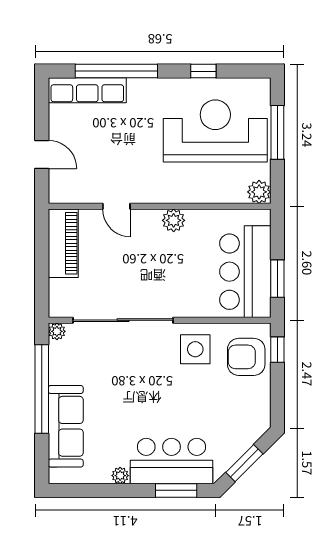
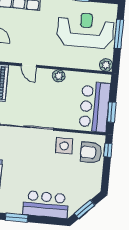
plant: (120, 476) -> (18, 210), removed
window: (176, 490) -> (17, 218), moved

